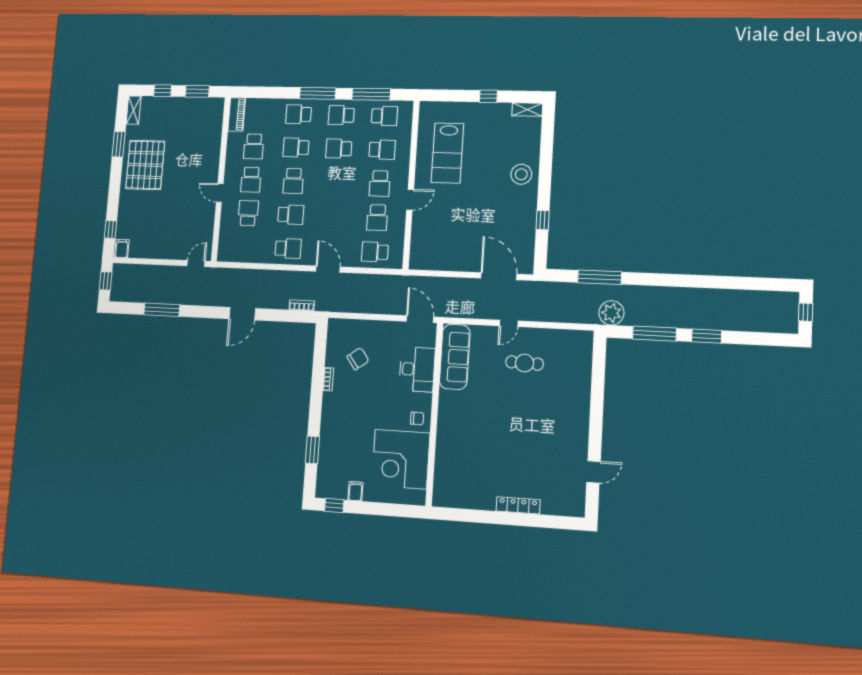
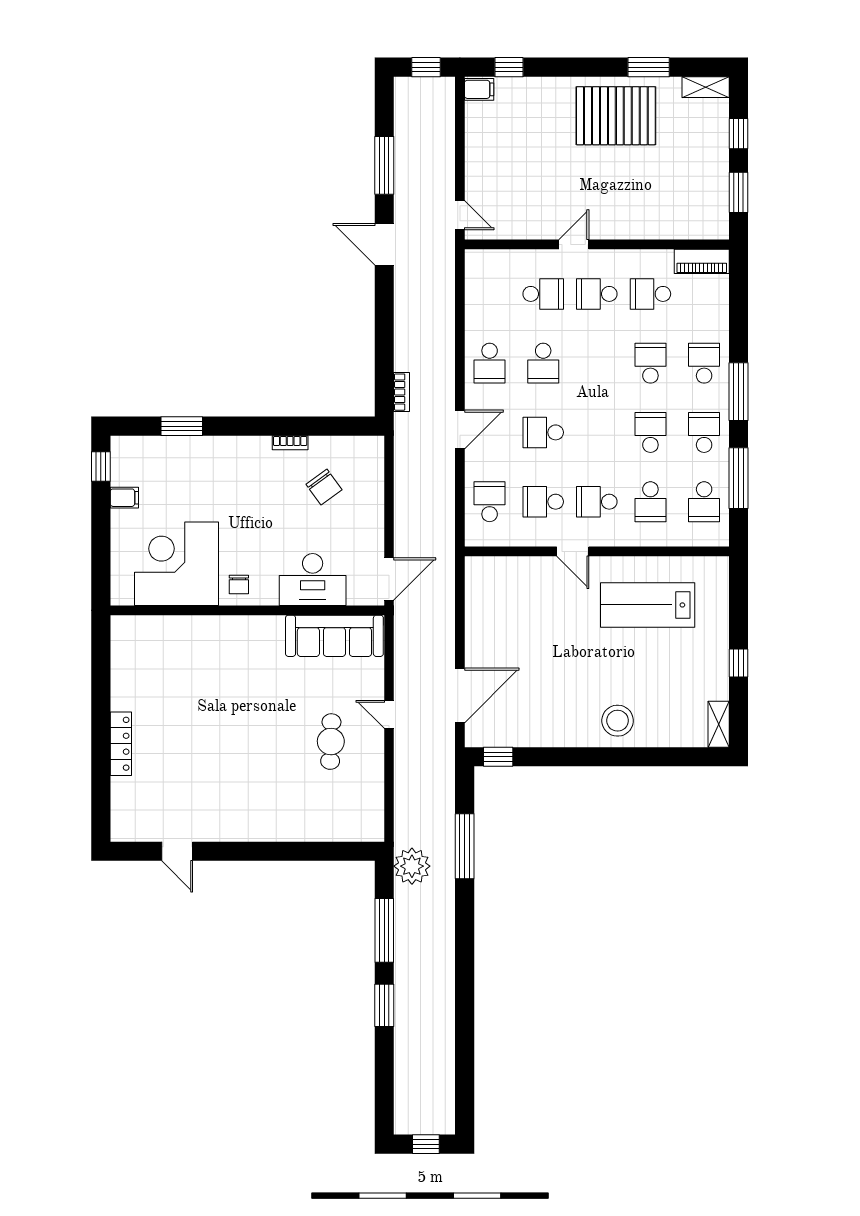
school desk: (293, 181) -> (543, 432), moved
window: (543, 220) -> (498, 757), moved
door: (242, 314) -> (384, 244), moved

